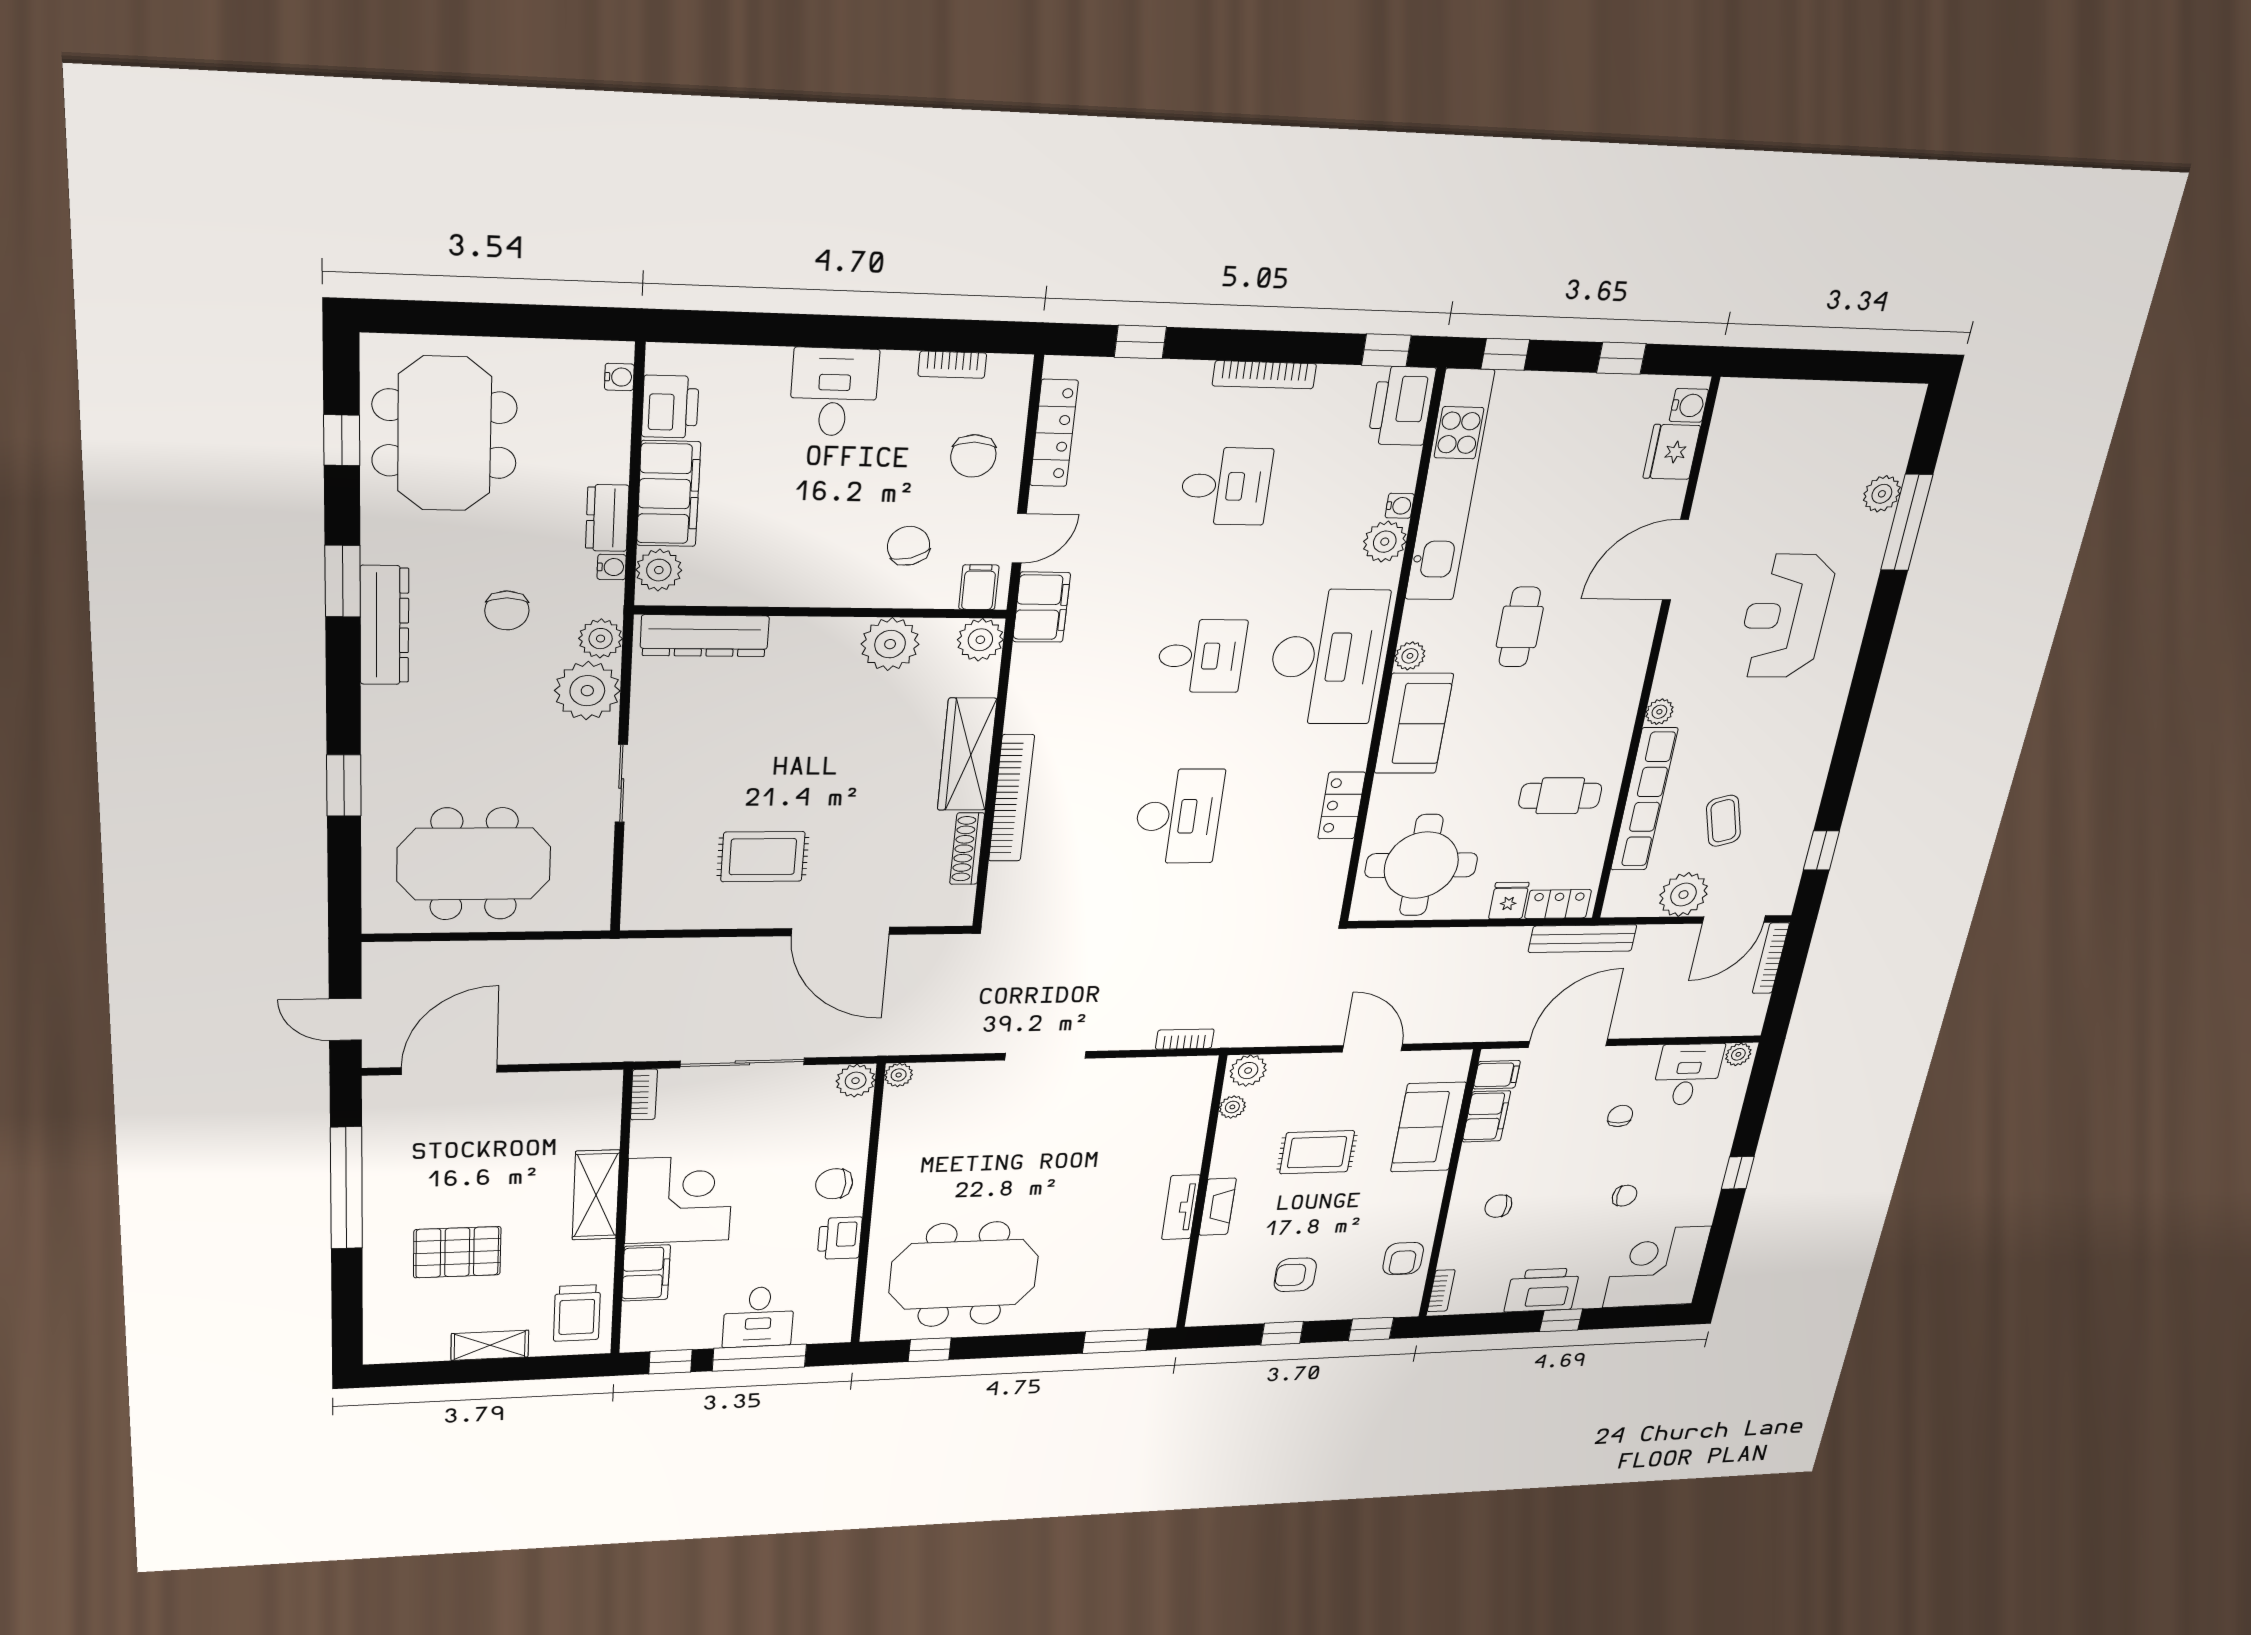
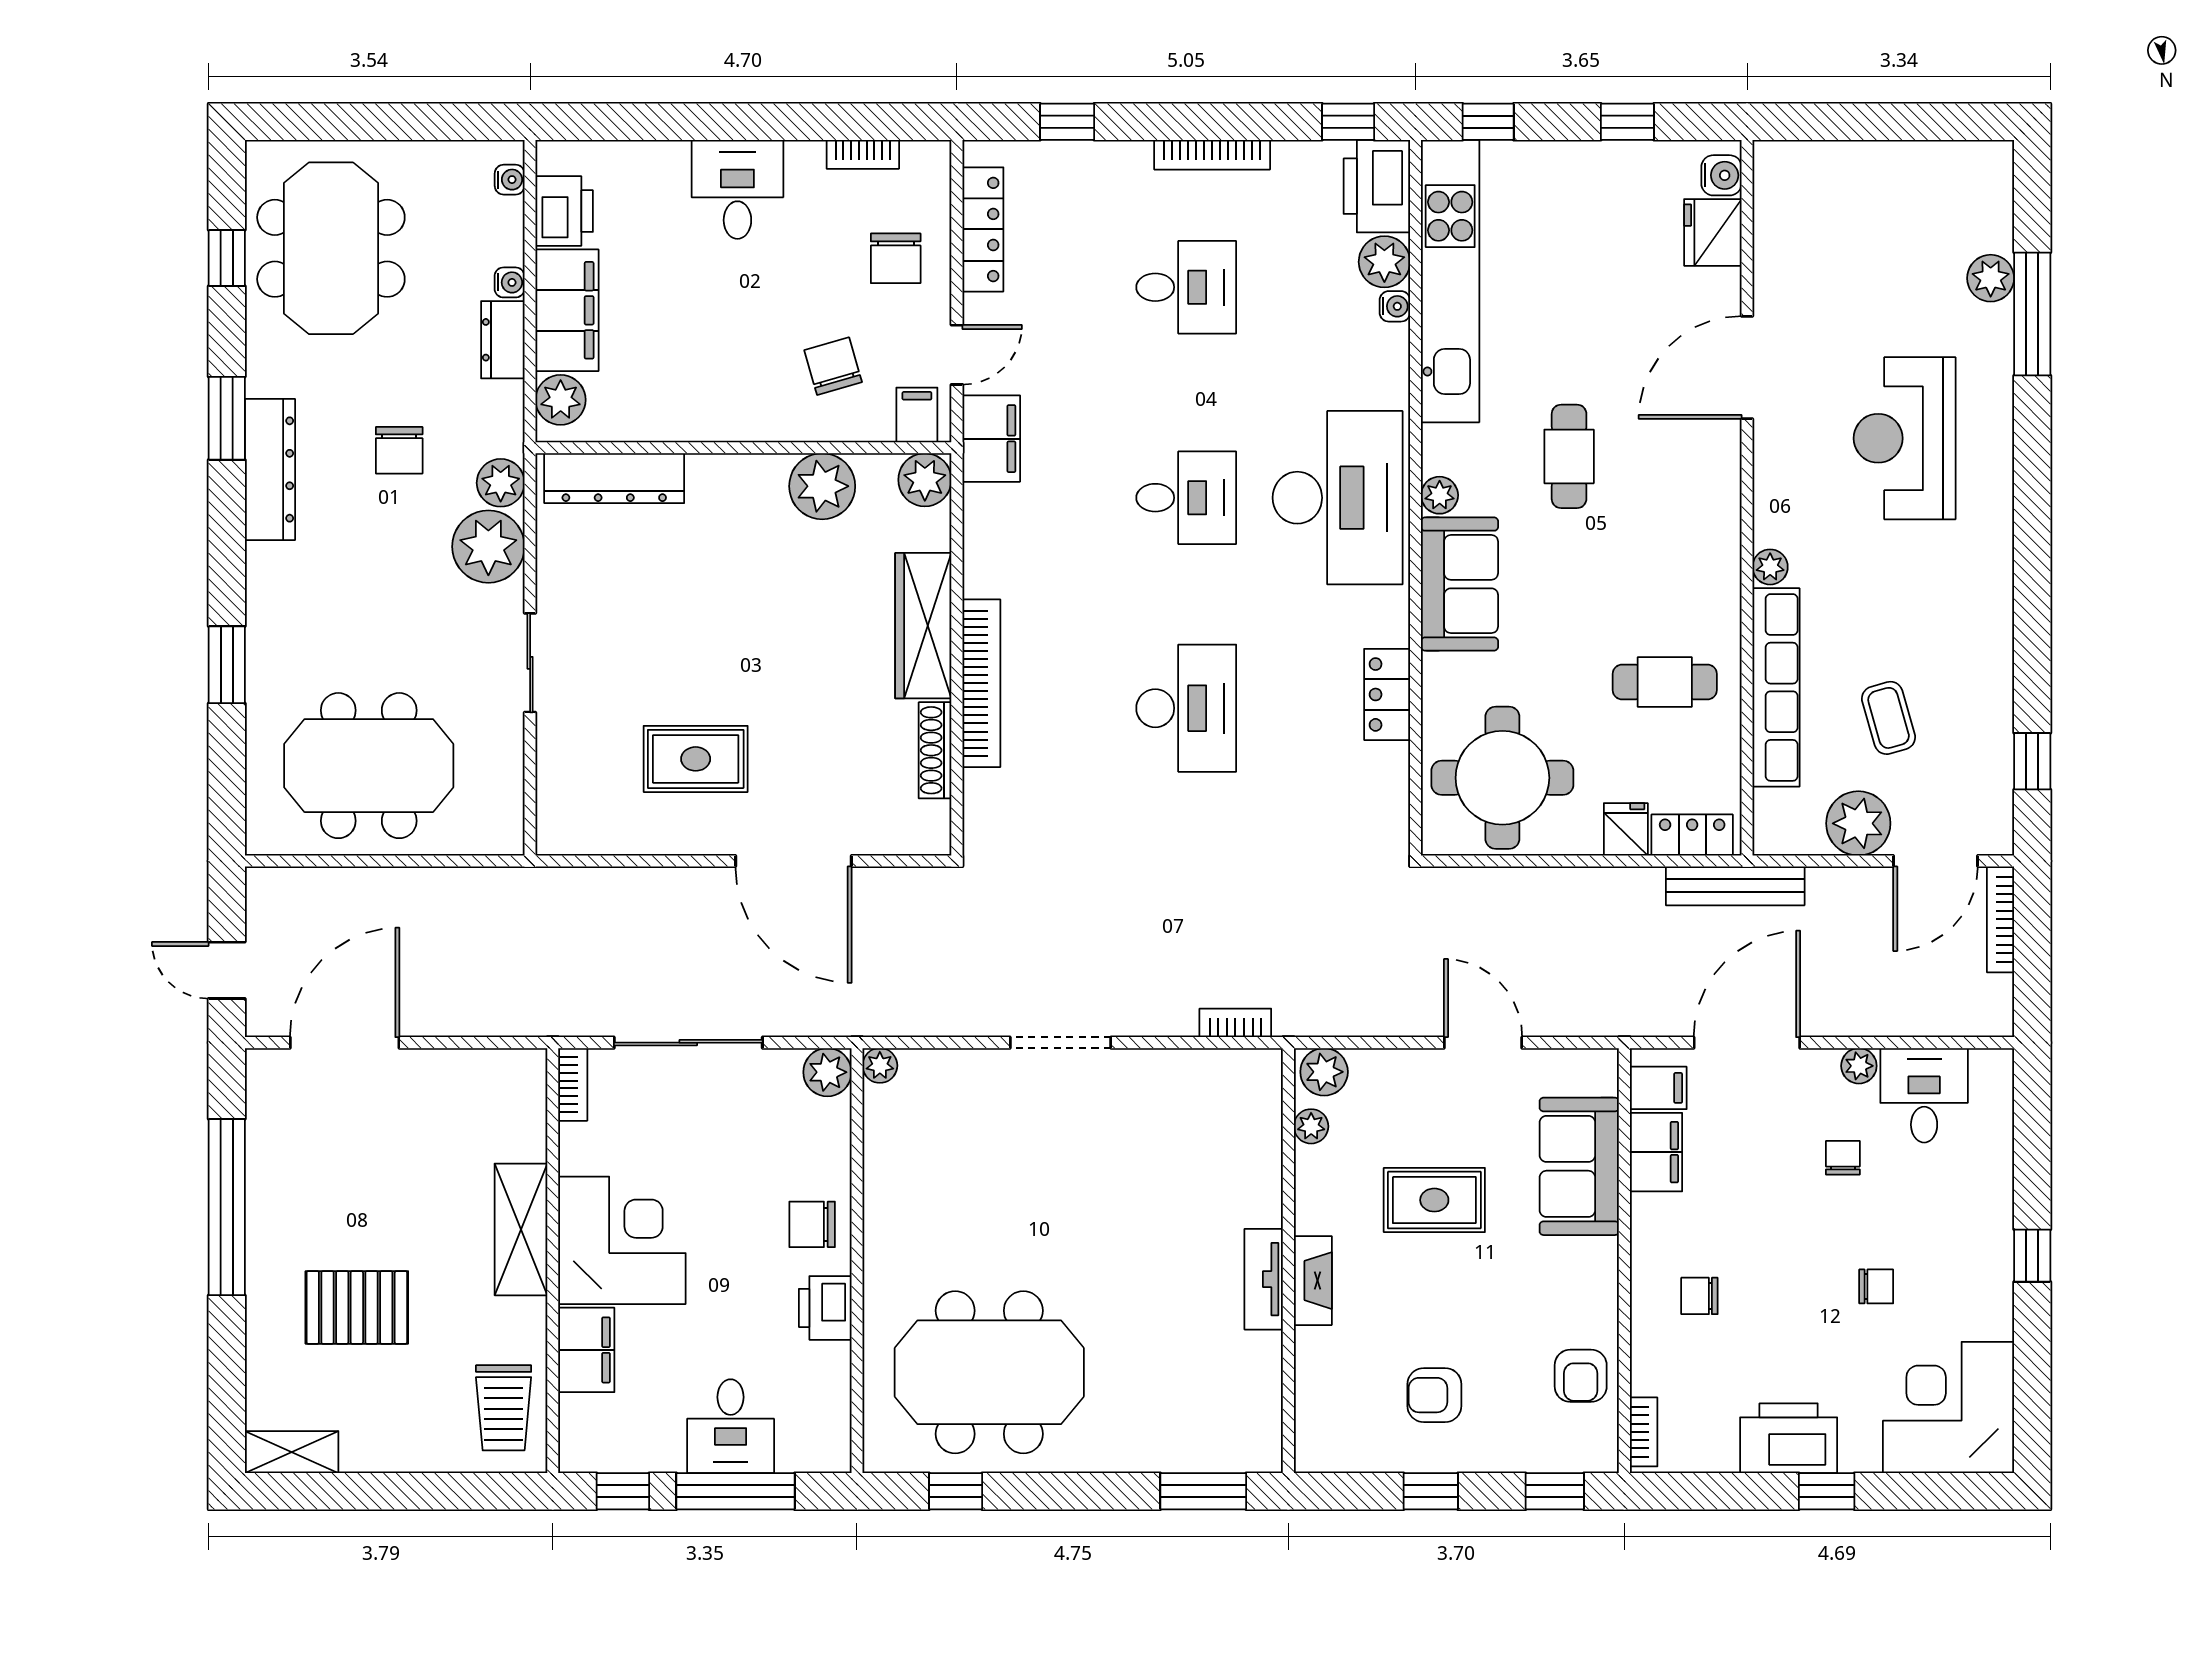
plant: (1385, 542) -> (1384, 262), moved
water cooler: (612, 567) -> (510, 282), moved
plant: (1738, 1054) -> (1859, 1066), moved
shelving: (490, 1345) -> (292, 1452), moved

